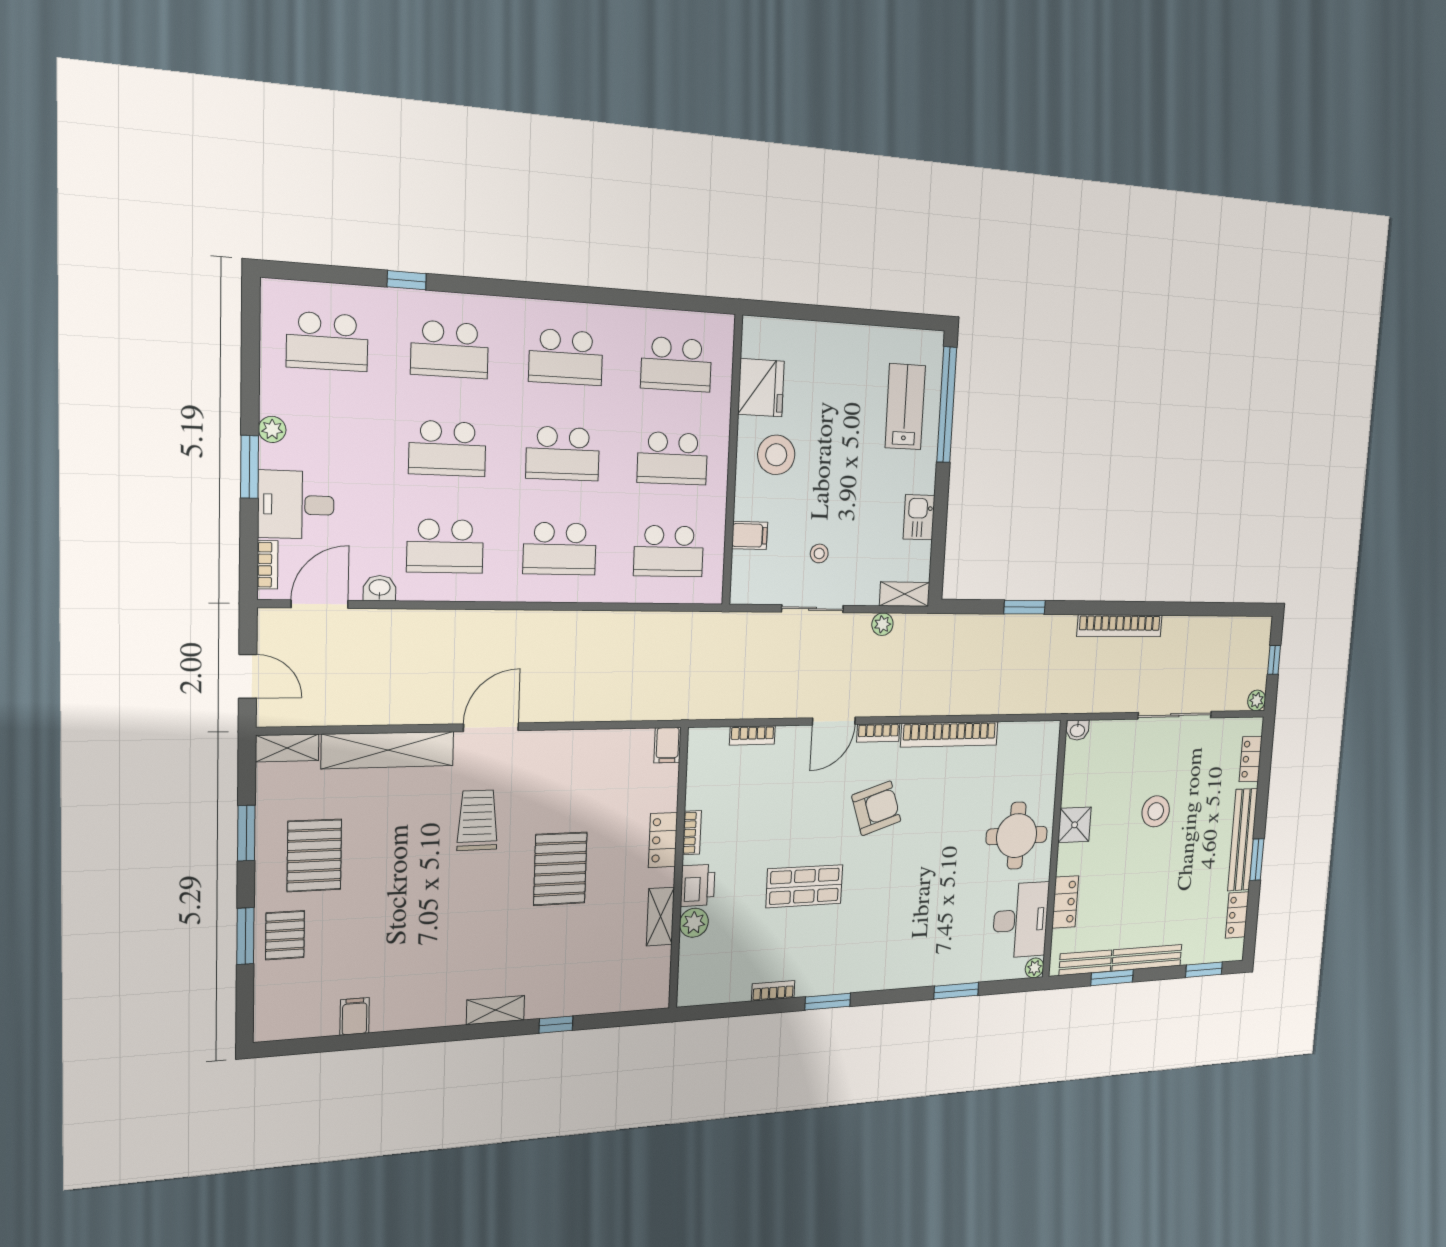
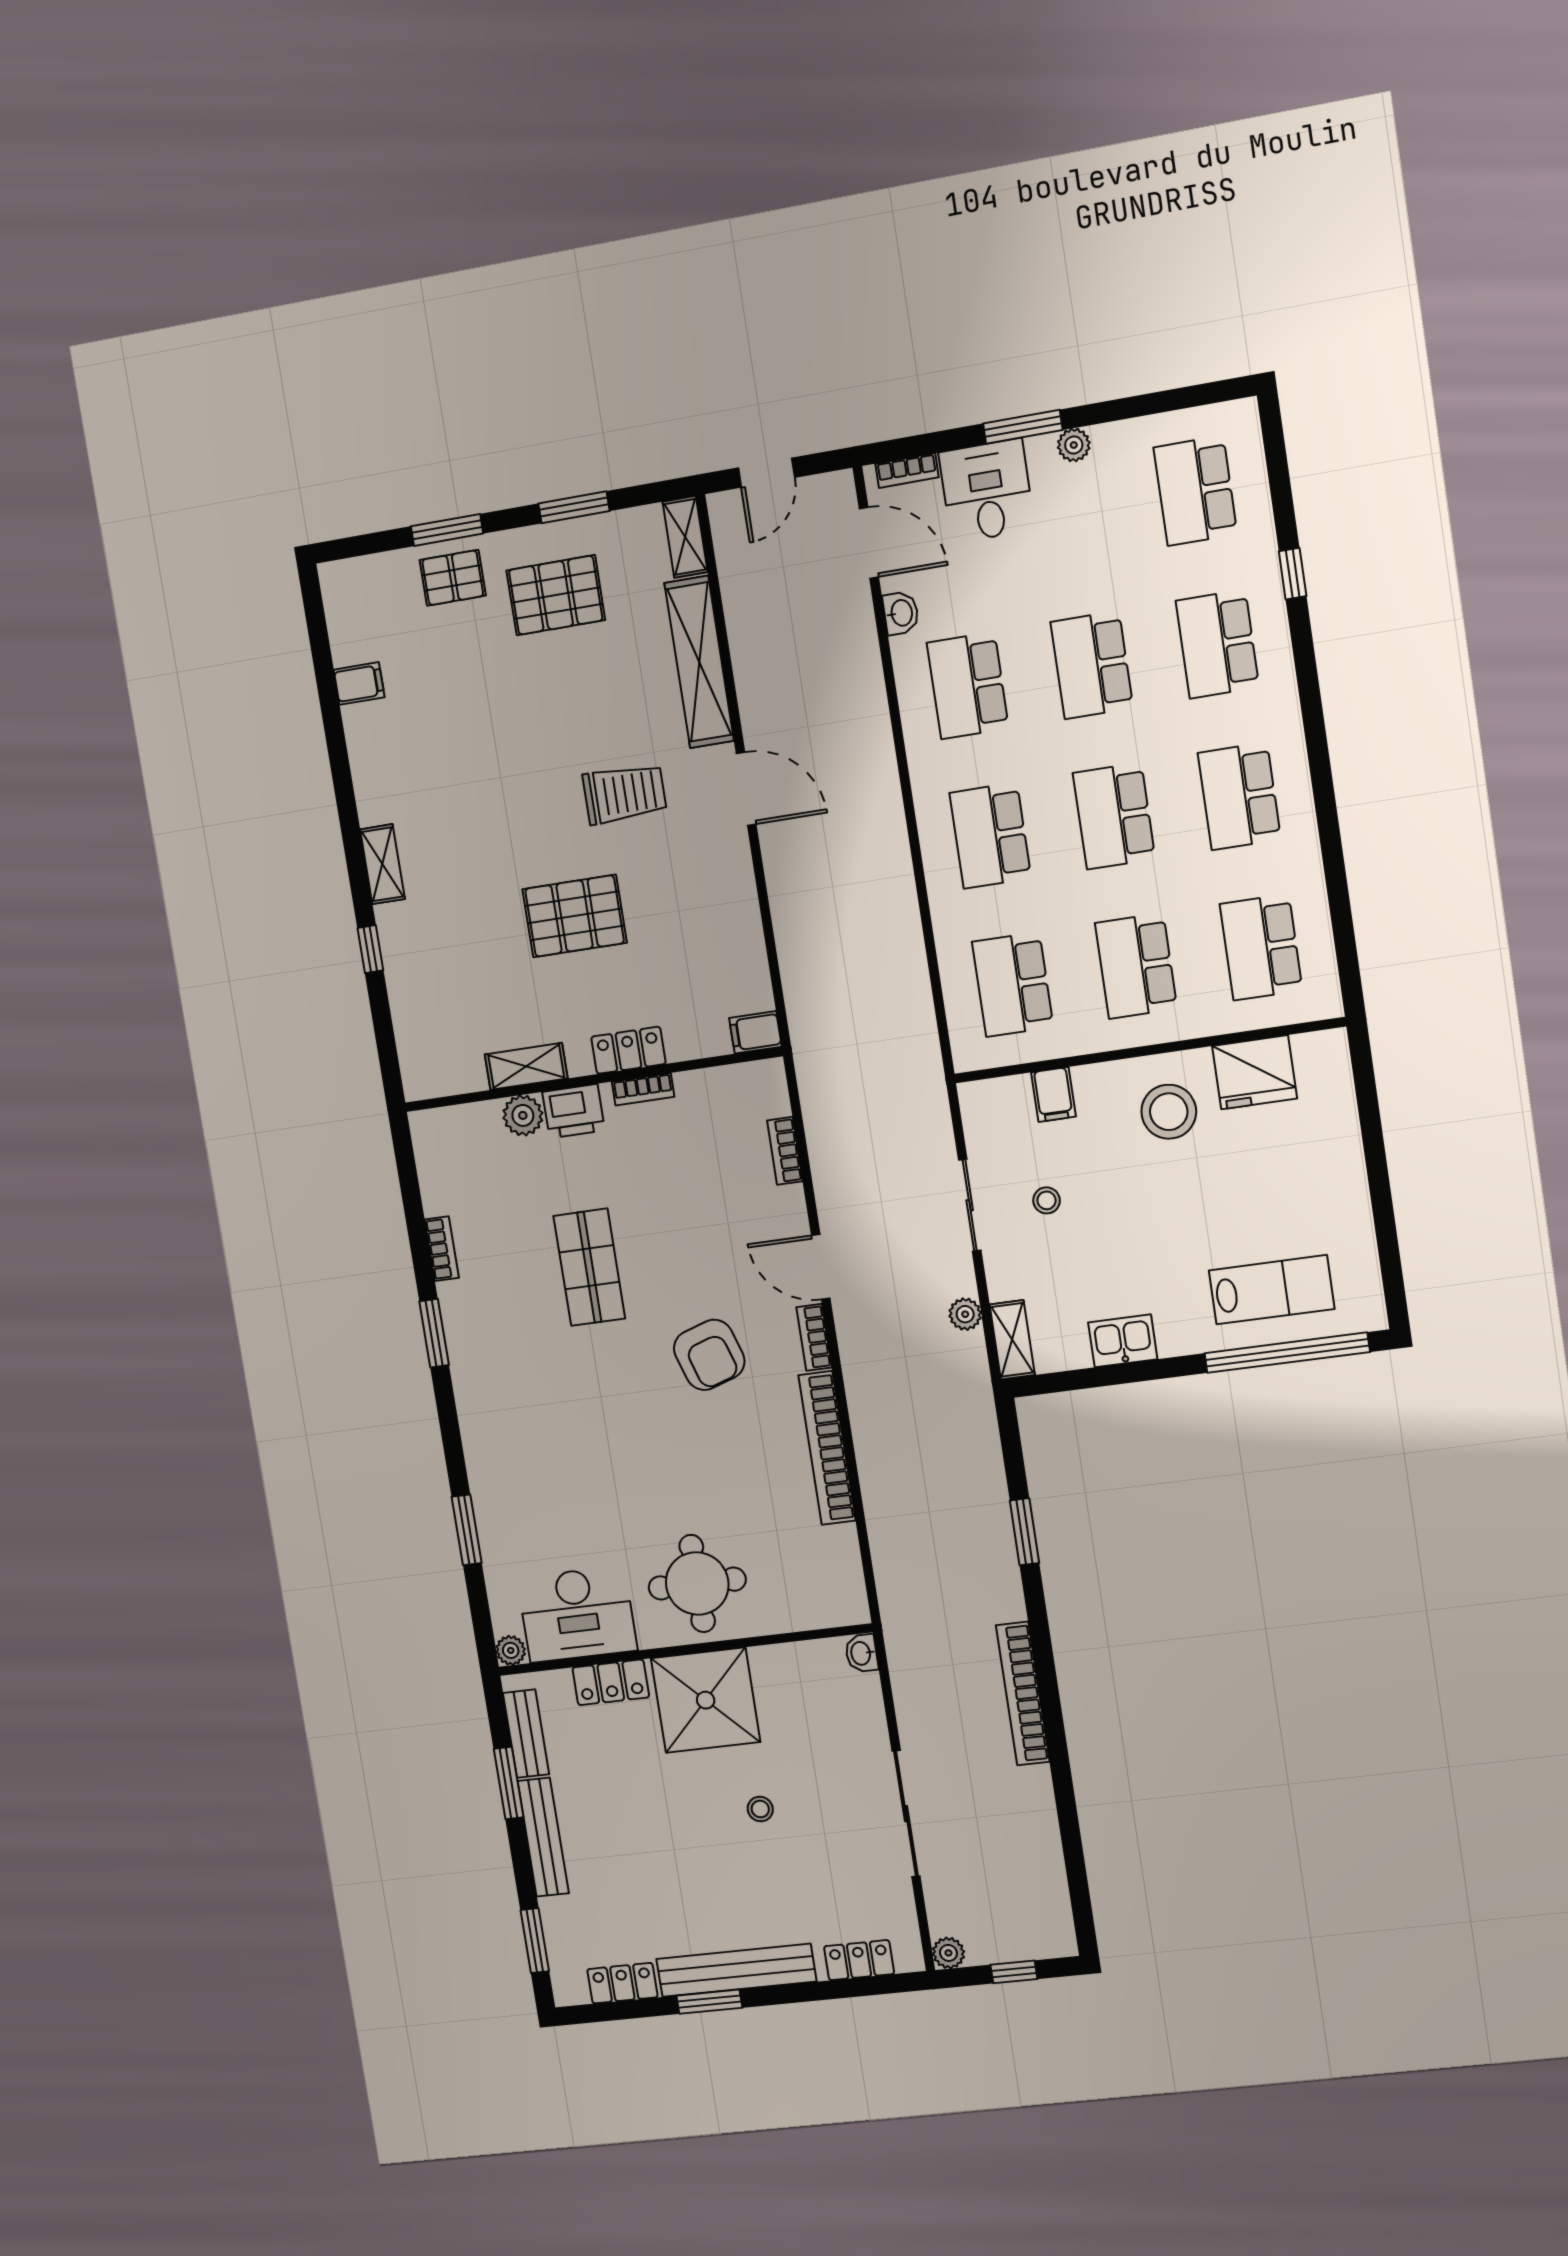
stool: (1156, 811) -> (760, 1809), width x0.53, depth x0.53
shower: (1075, 825) -> (706, 1700), width x1.86, depth x1.86

